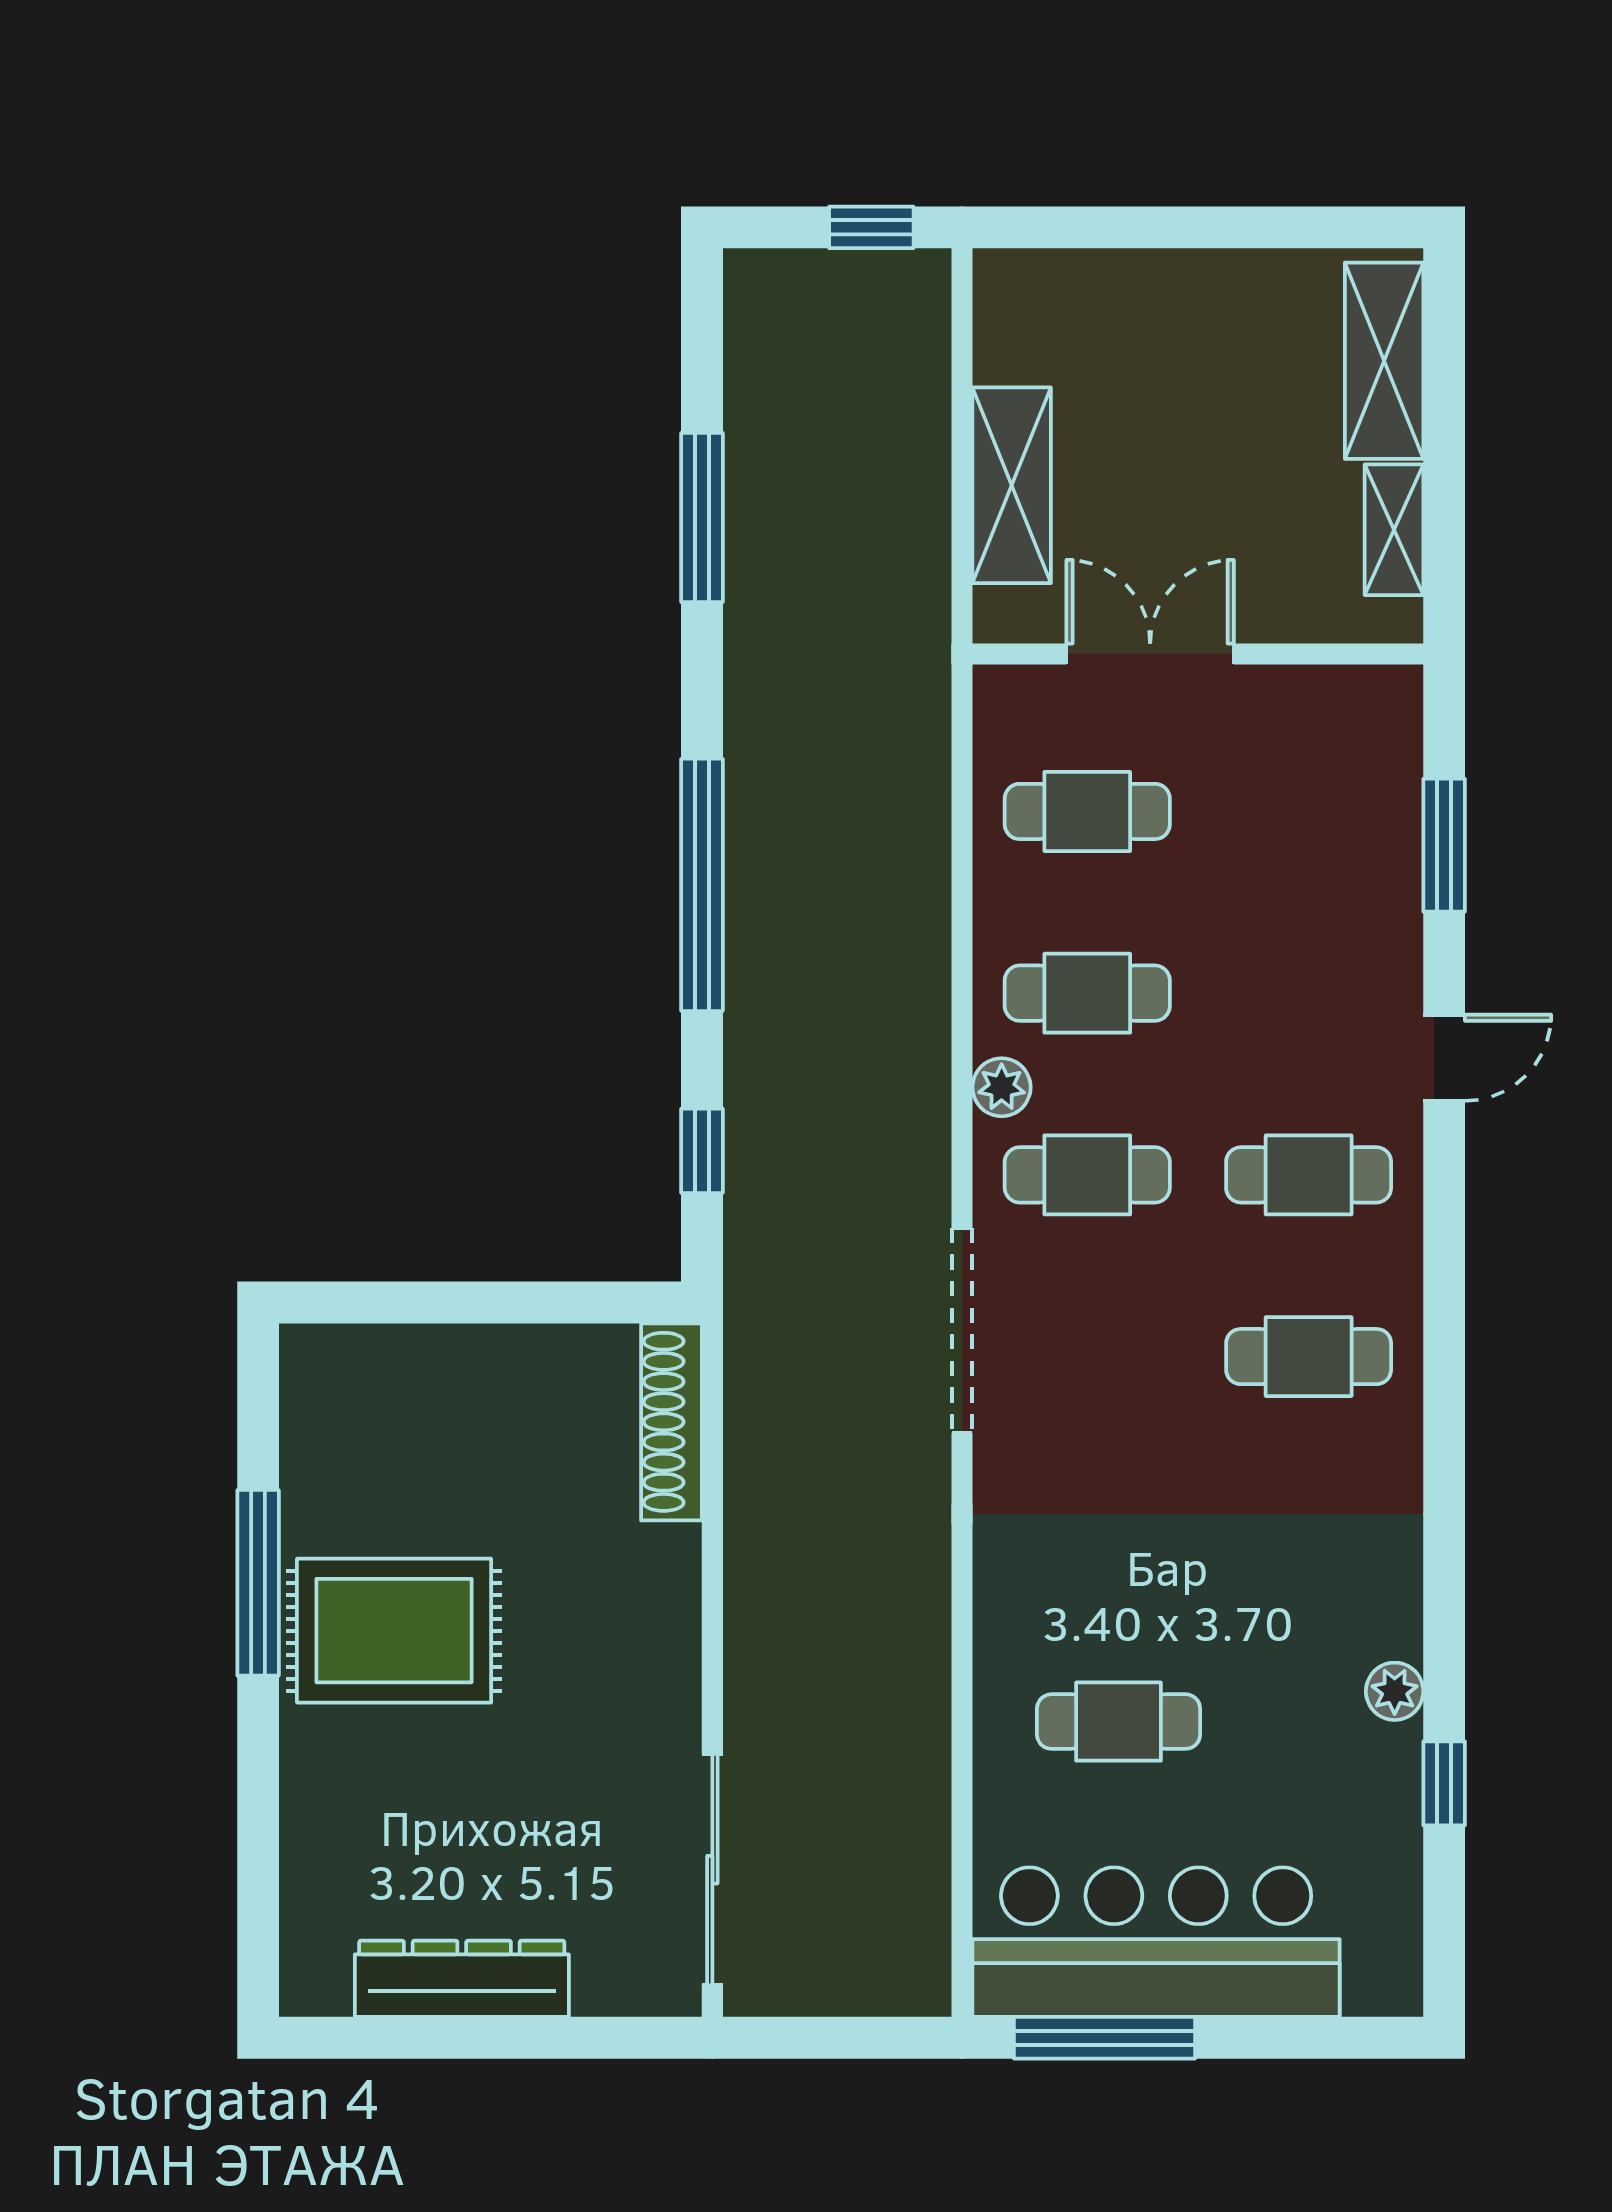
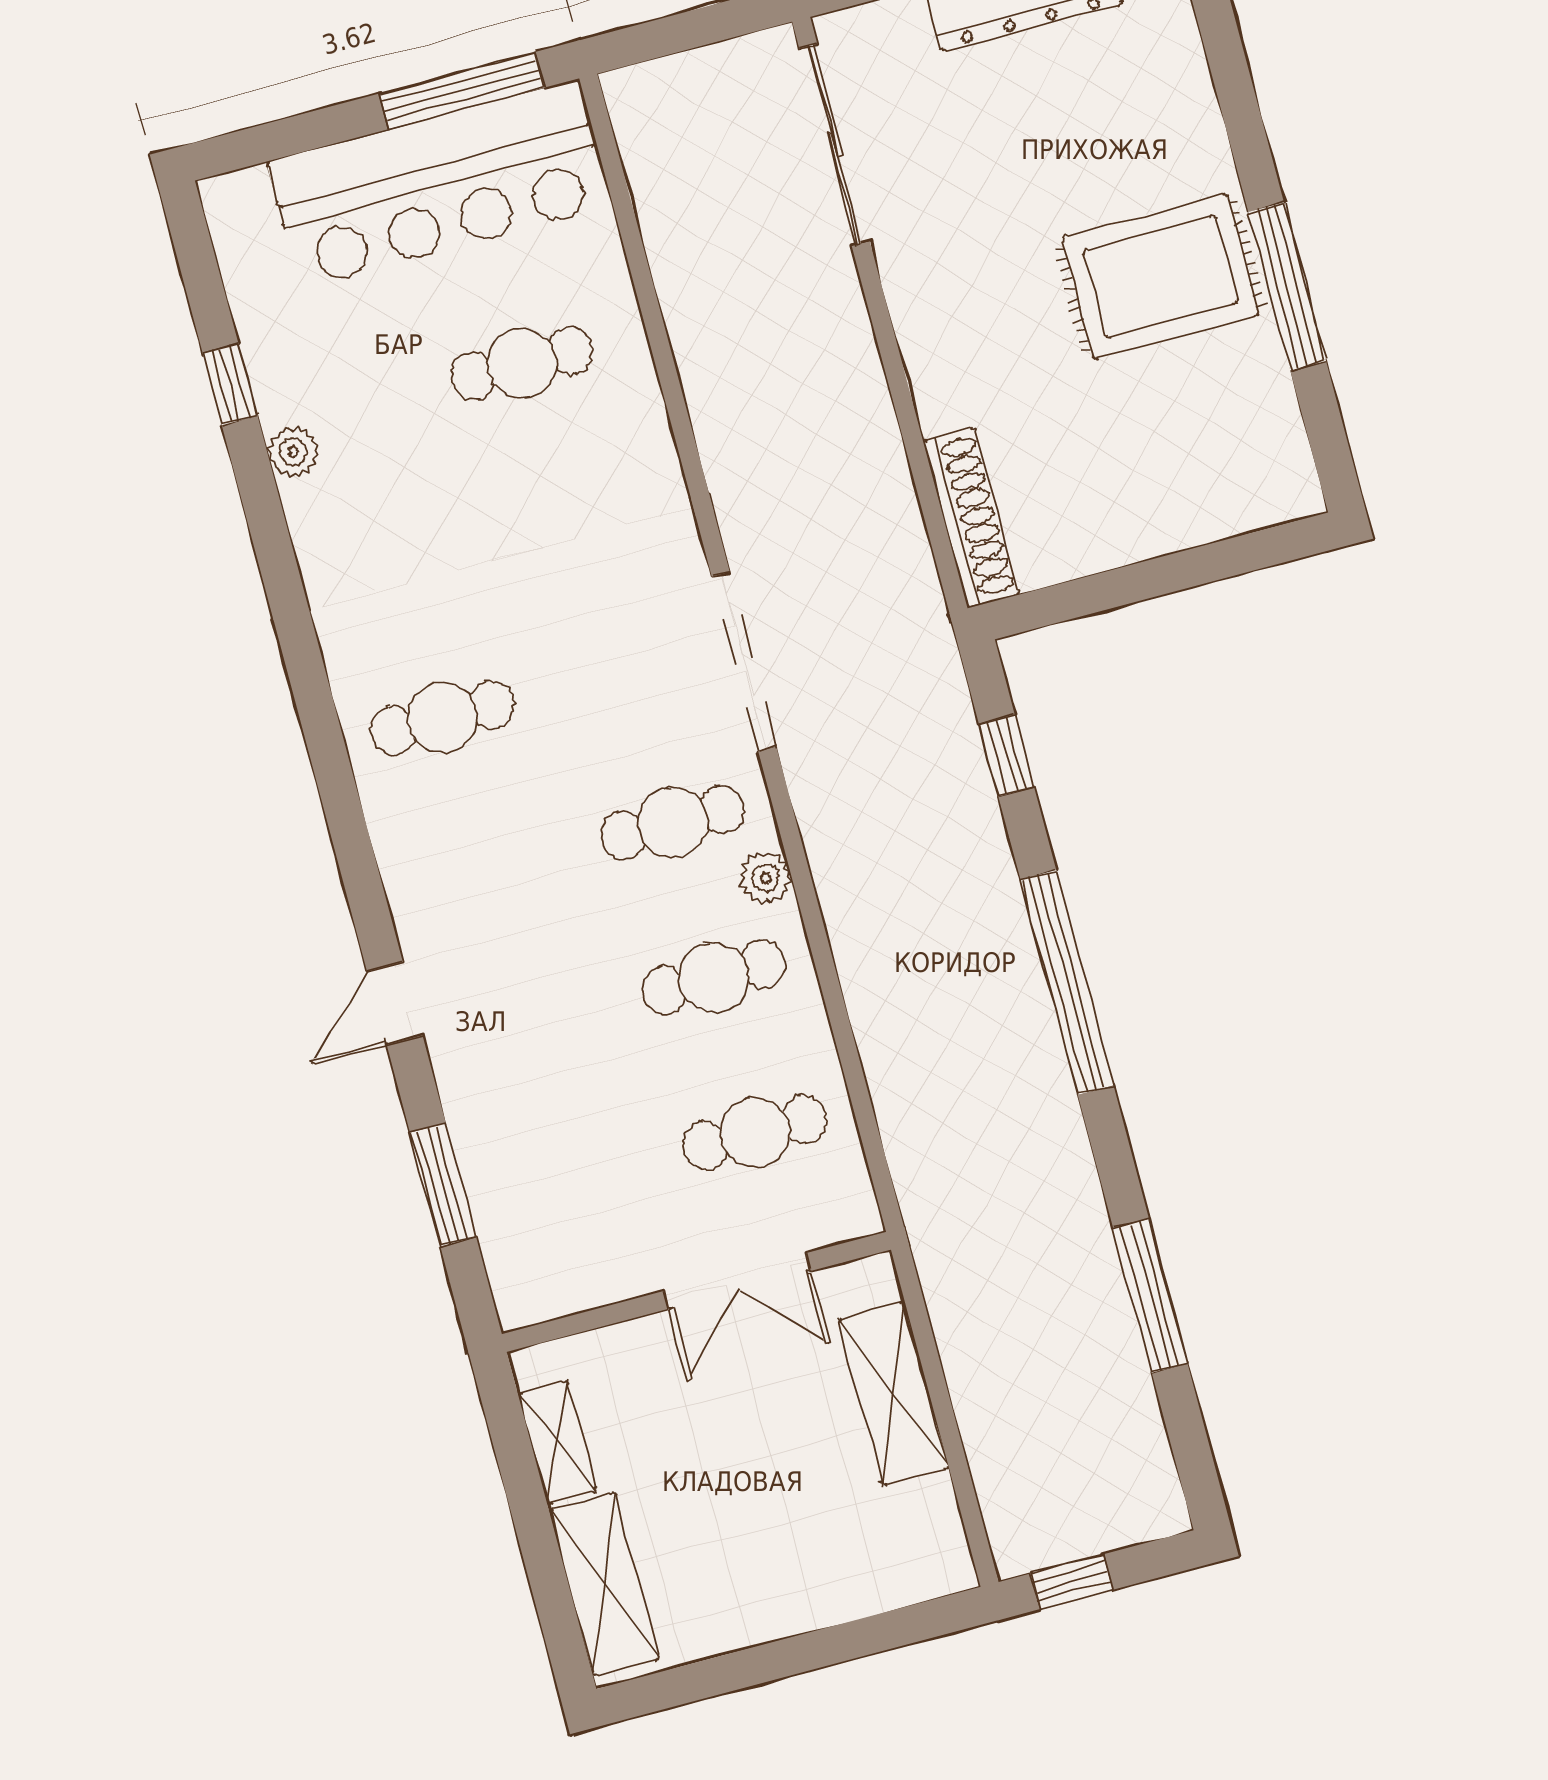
cafe table: (1309, 1175) -> (484, 873), removed

